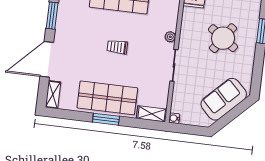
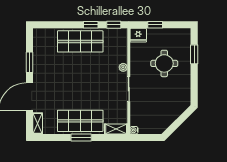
round table: (223, 38) -> (164, 63), turned -35
trolley: (117, 47) -> (83, 80), removed
sofa: (224, 99) -> (171, 111), removed

